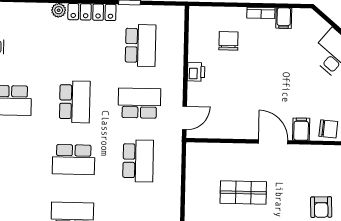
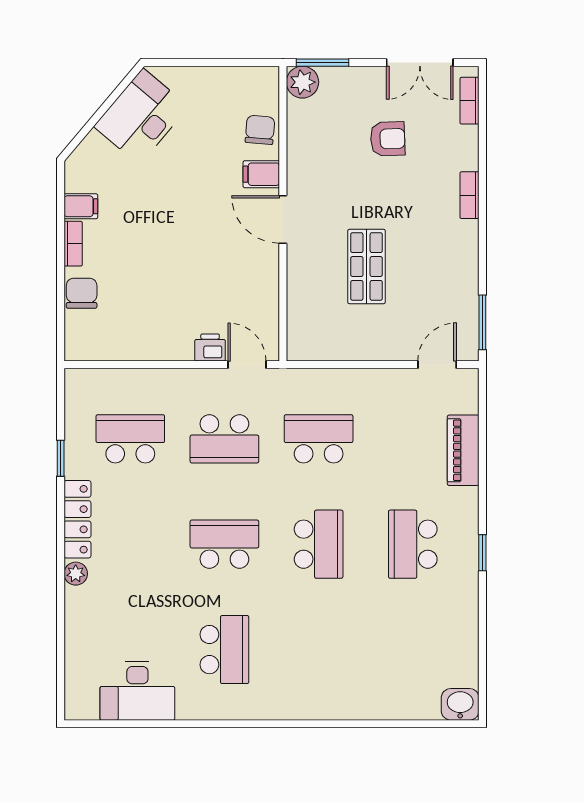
chair: (228, 41) -> (82, 293), moved, turned 90
printer: (196, 72) -> (210, 347), moved
school desk: (139, 103) -> (224, 439), turned -90
door: (273, 142) -> (283, 219), hinge flipped

